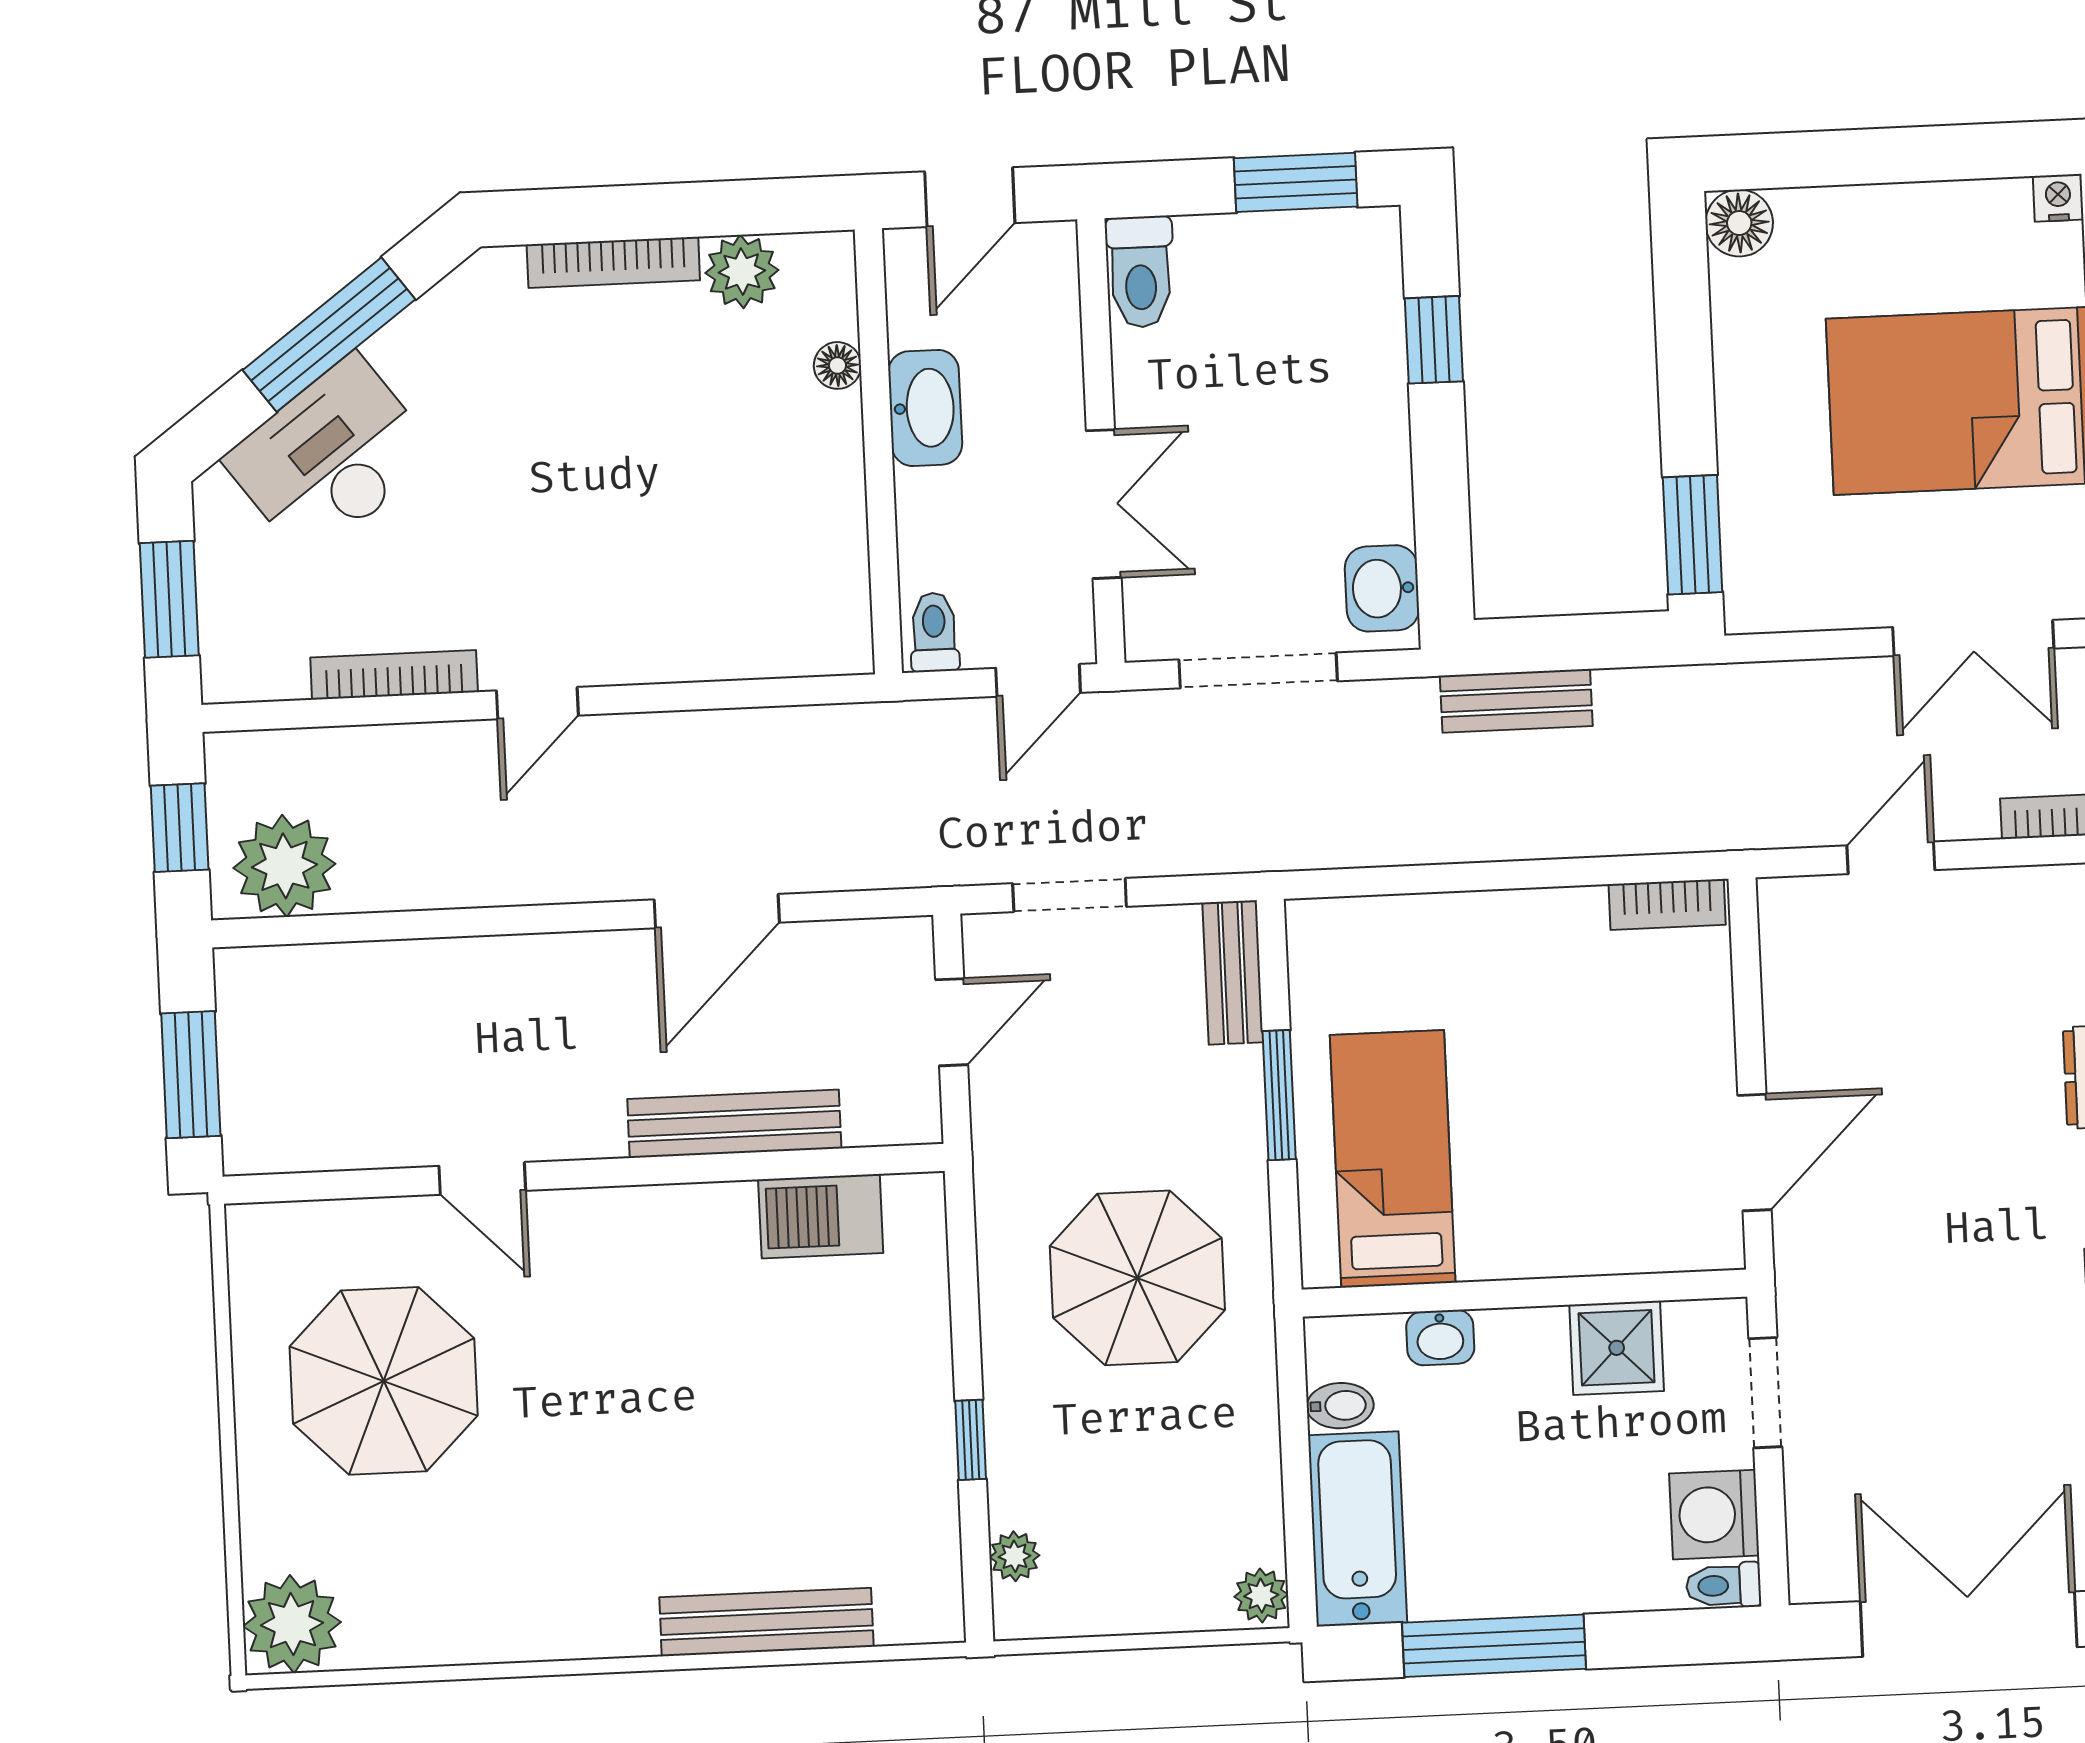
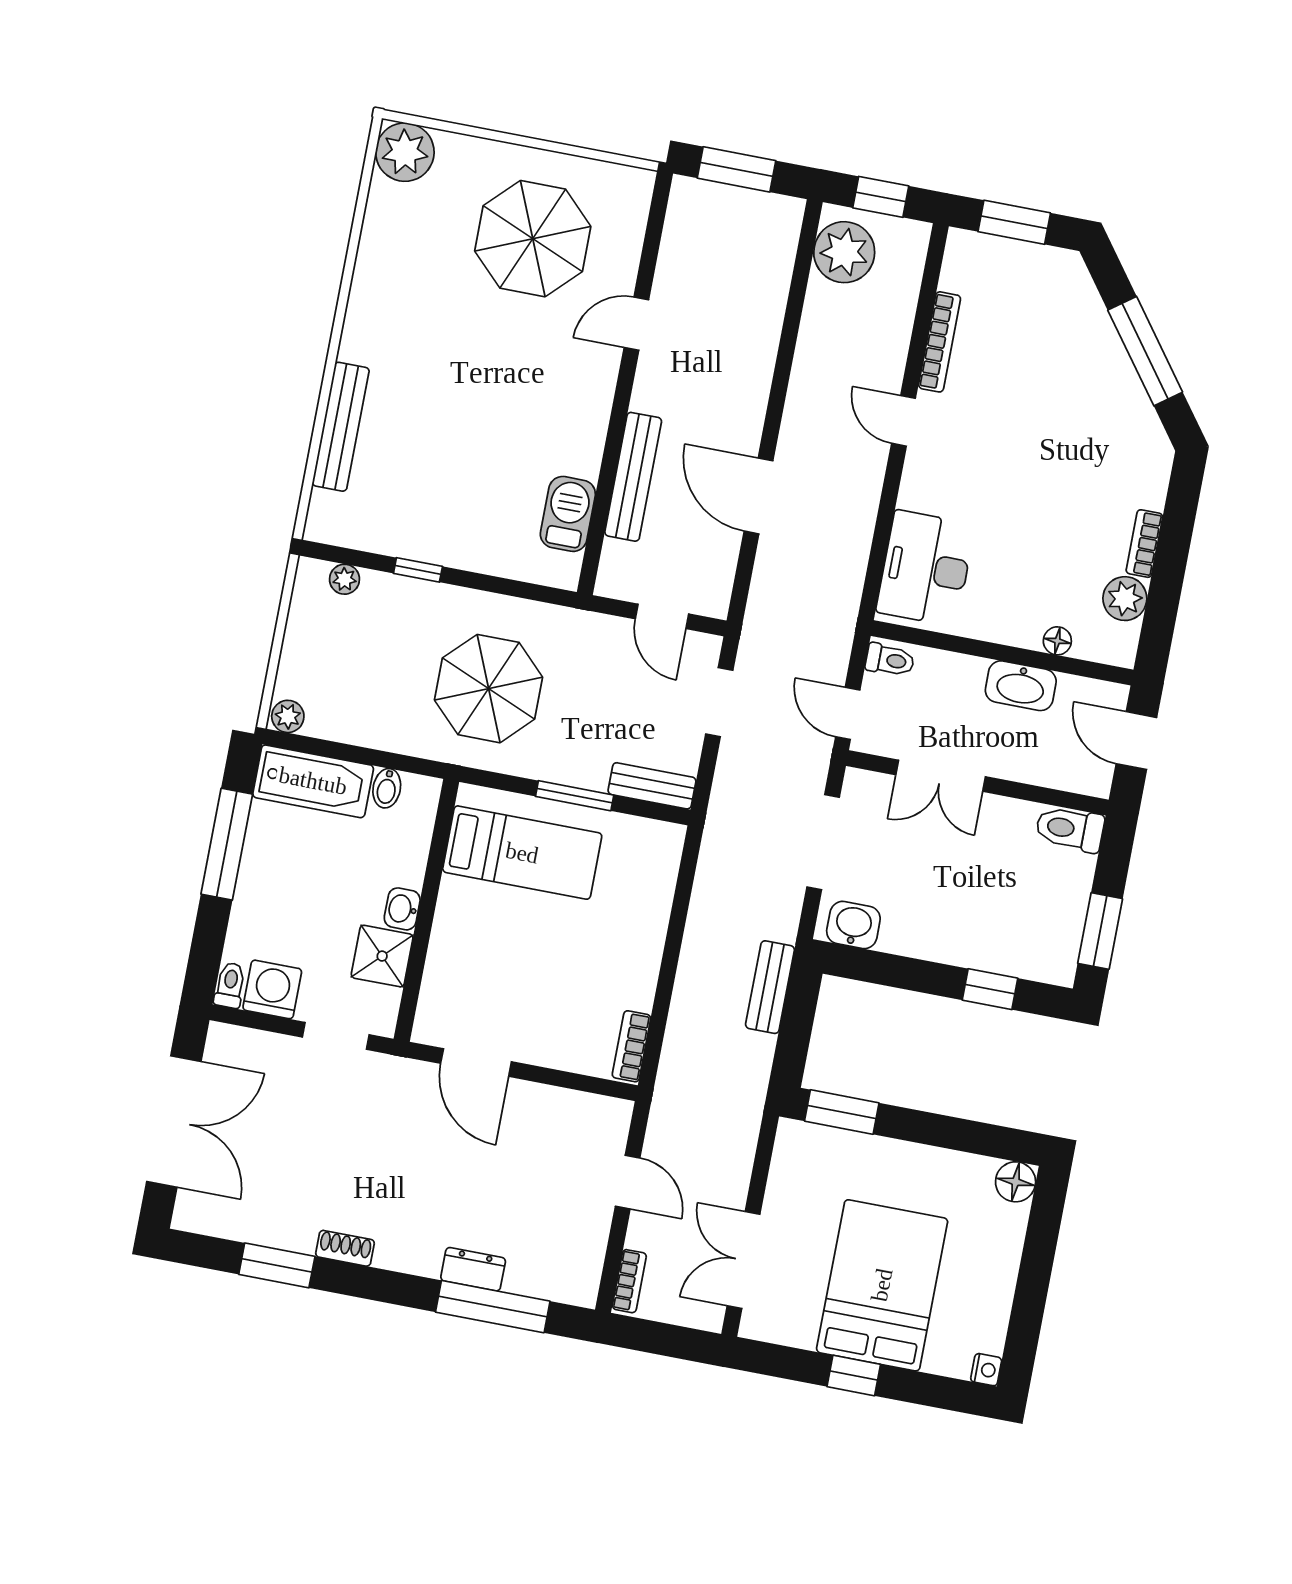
bookcase: (613, 262) -> (1144, 544), width x0.64
desk: (331, 457) -> (926, 568), moved, turned -144
washbasin: (1440, 1338) -> (402, 909), moved

